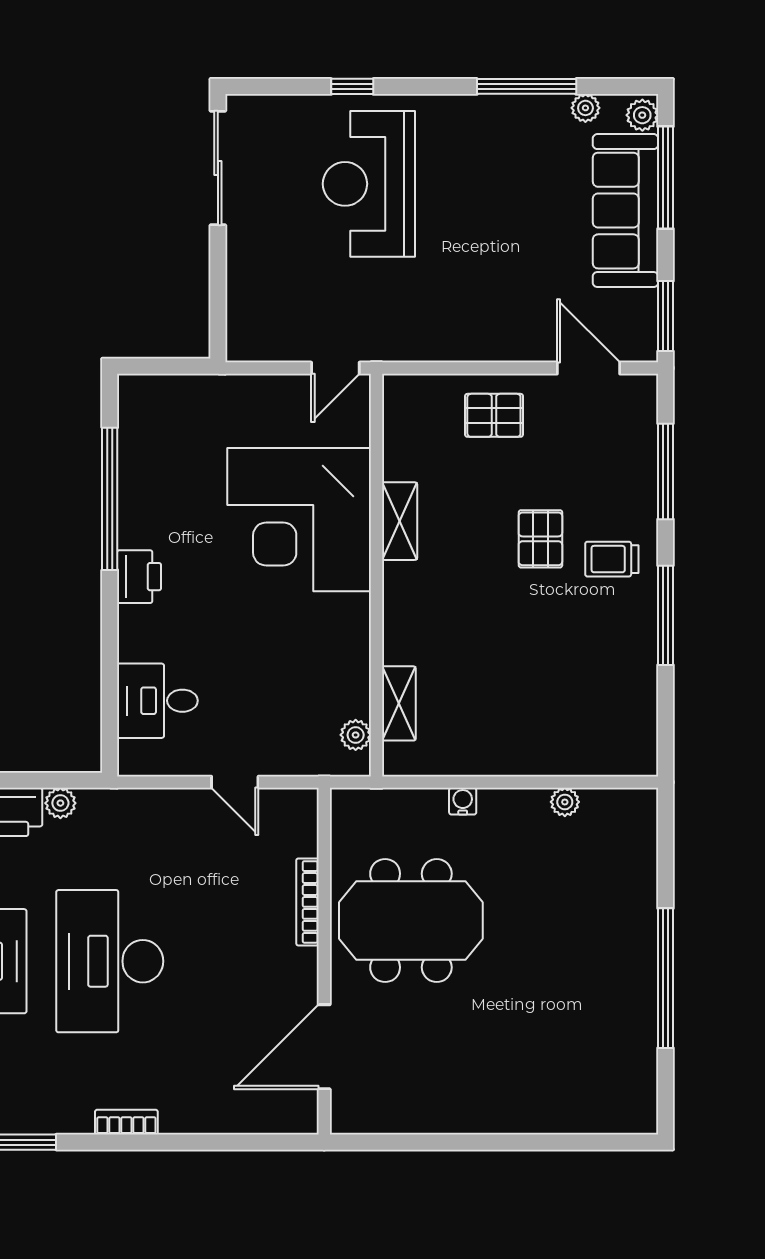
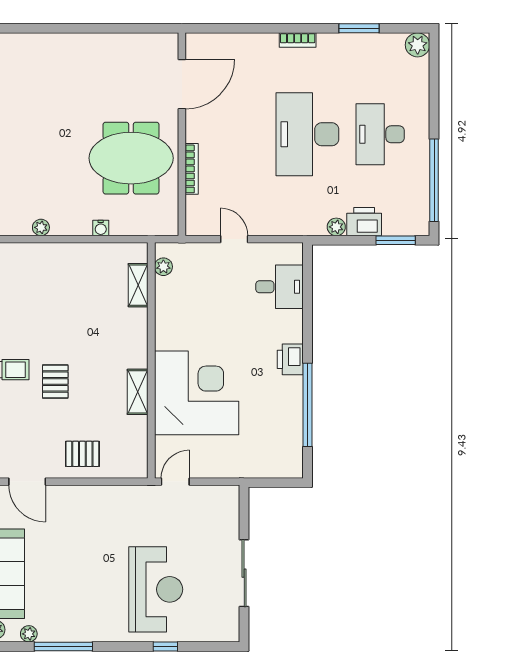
sliding door: (218, 168) -> (244, 573), moved
desk: (110, 961) -> (307, 134), turned 180

